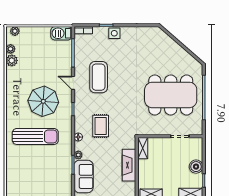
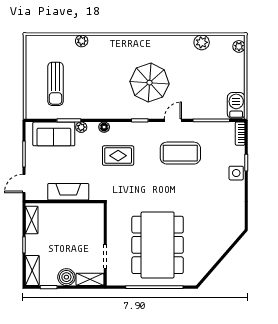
plant: (11, 49) -> (82, 41), moved
sun lounger: (35, 136) -> (56, 84), moved, width x0.73, depth x0.75
shelving: (143, 148) -> (90, 279), moved

